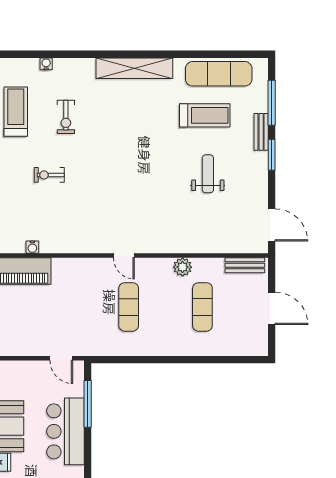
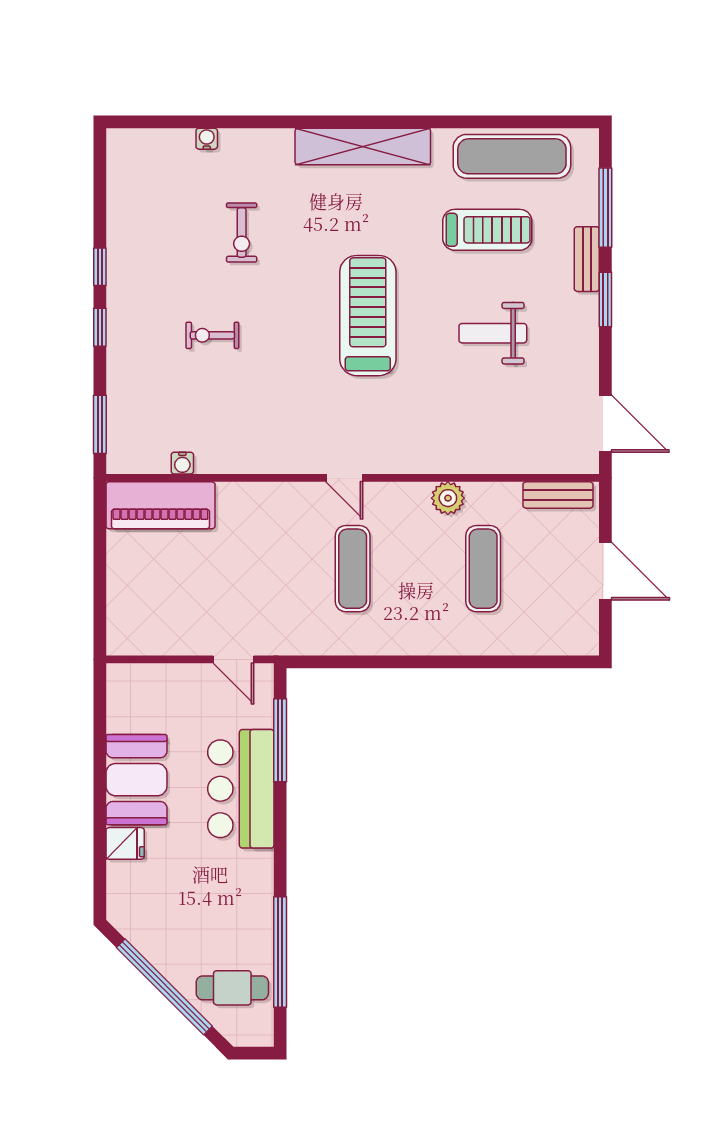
treadmill: (16, 112) -> (368, 316), moved, width x1.37, depth x1.38
weight bench: (208, 174) -> (493, 333), turned -90

